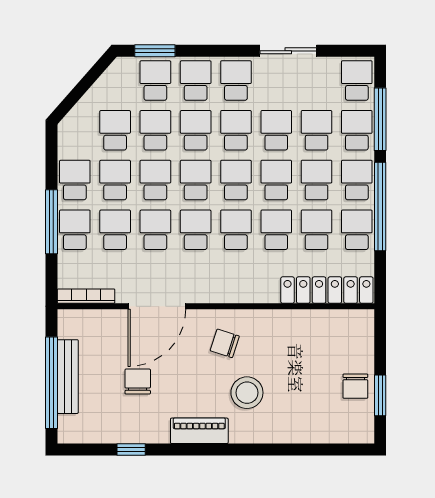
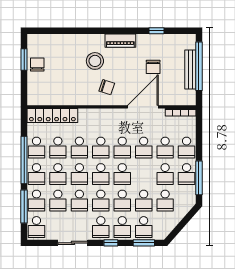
window: (217, 51) -> (111, 243), added
school desk: (155, 180) -> (144, 174), removed
window: (52, 222) -> (199, 178), moved

